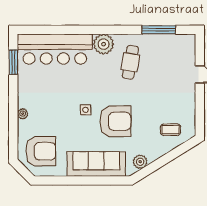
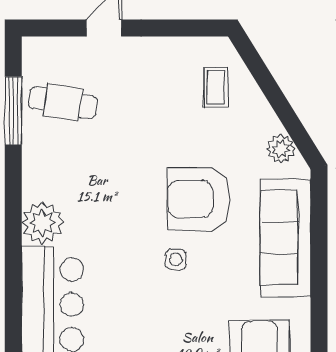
cafe table: (130, 62) -> (63, 103), moved
armchair: (115, 121) -> (199, 199), turned -90

